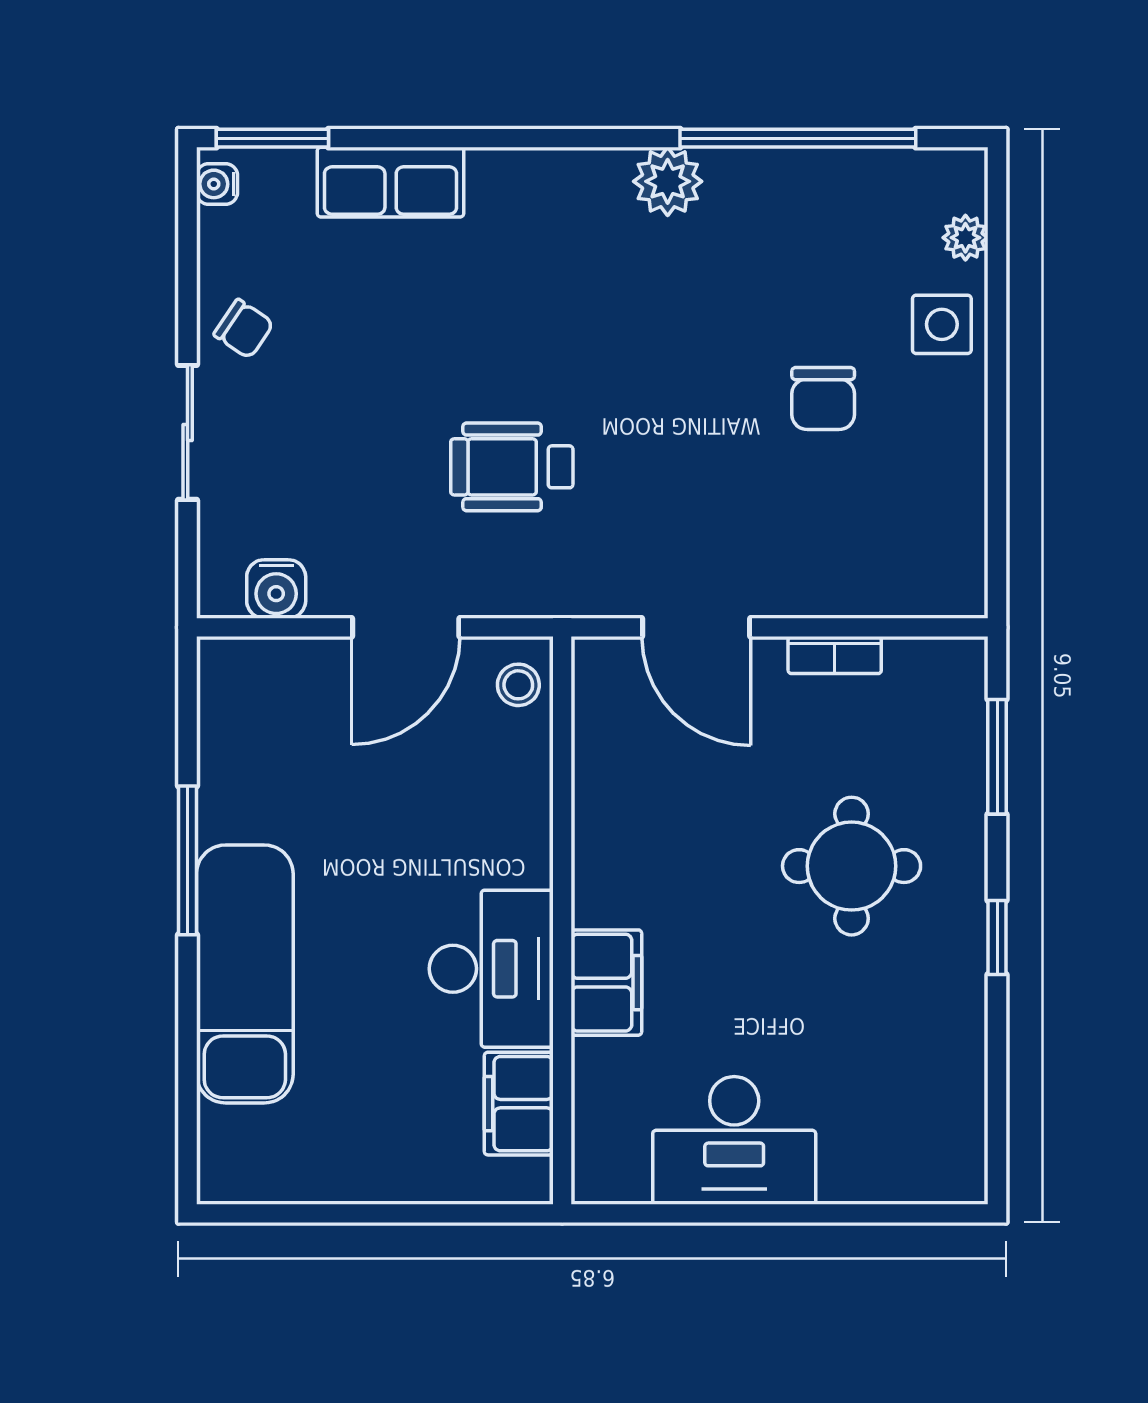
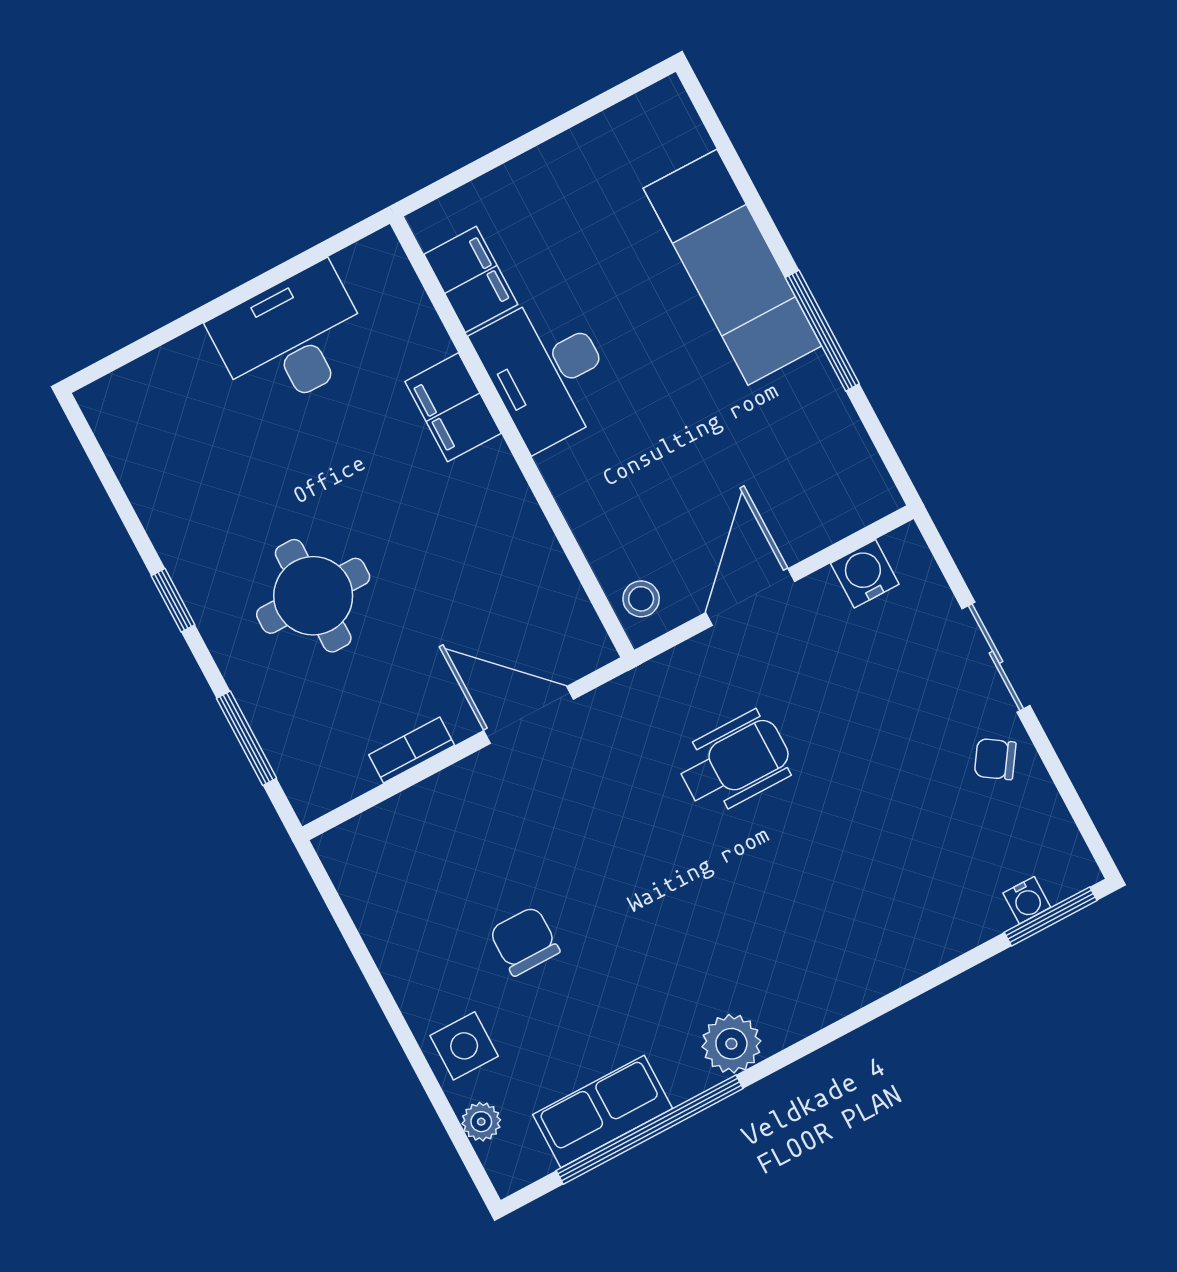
row of seats: (391, 182) -> (603, 1112), moved
water cooler: (217, 184) -> (1027, 900), moved, turned 90

